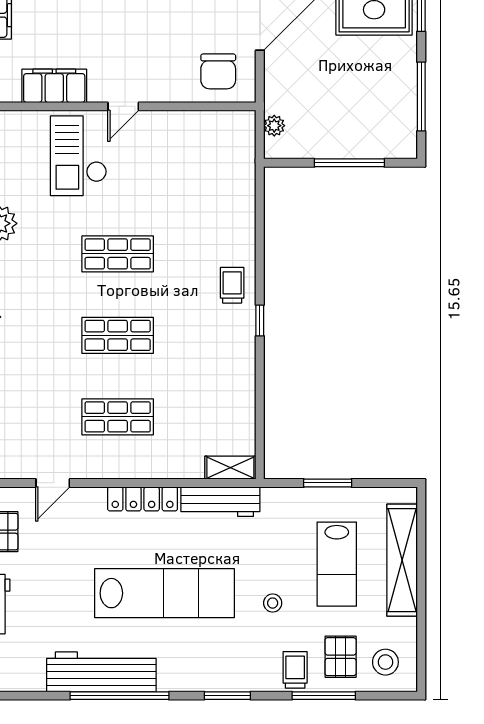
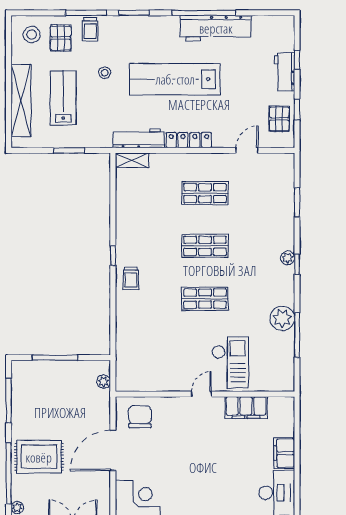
window: (324, 696) -> (86, 13), moved

